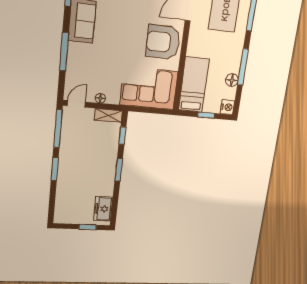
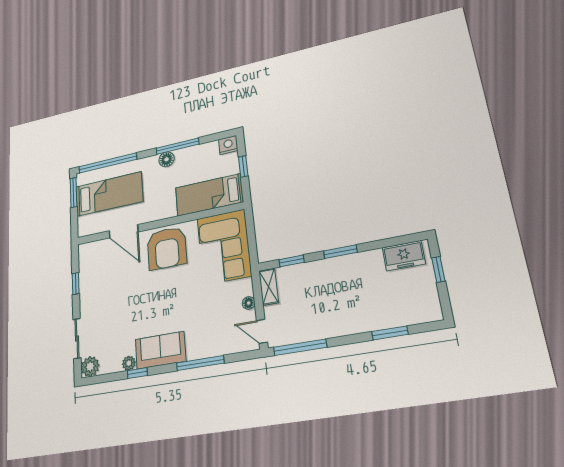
floor lamp: (232, 80) -> (167, 159), moved
window: (55, 169) -> (390, 333), moved

